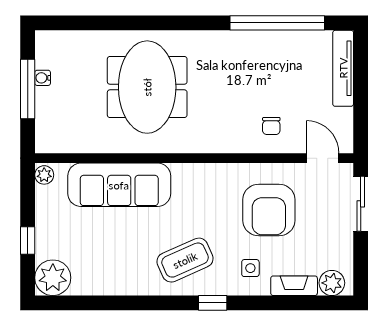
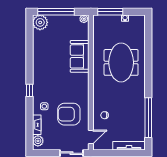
meeting table: (147, 87) -> (121, 62), turned 90
window: (28, 89) -> (110, 12), moved
sofa: (119, 185) -> (80, 56), width x0.73
window: (28, 240) -> (56, 12), width x3.17
coffee table: (185, 260) -> (48, 79), removed

